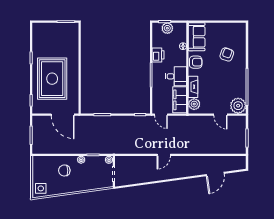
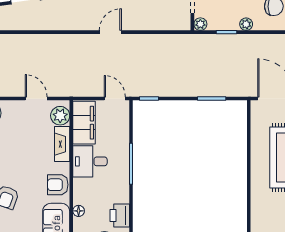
printer: (158, 55) -> (120, 216), moved
door: (220, 115) -> (36, 99), moved

